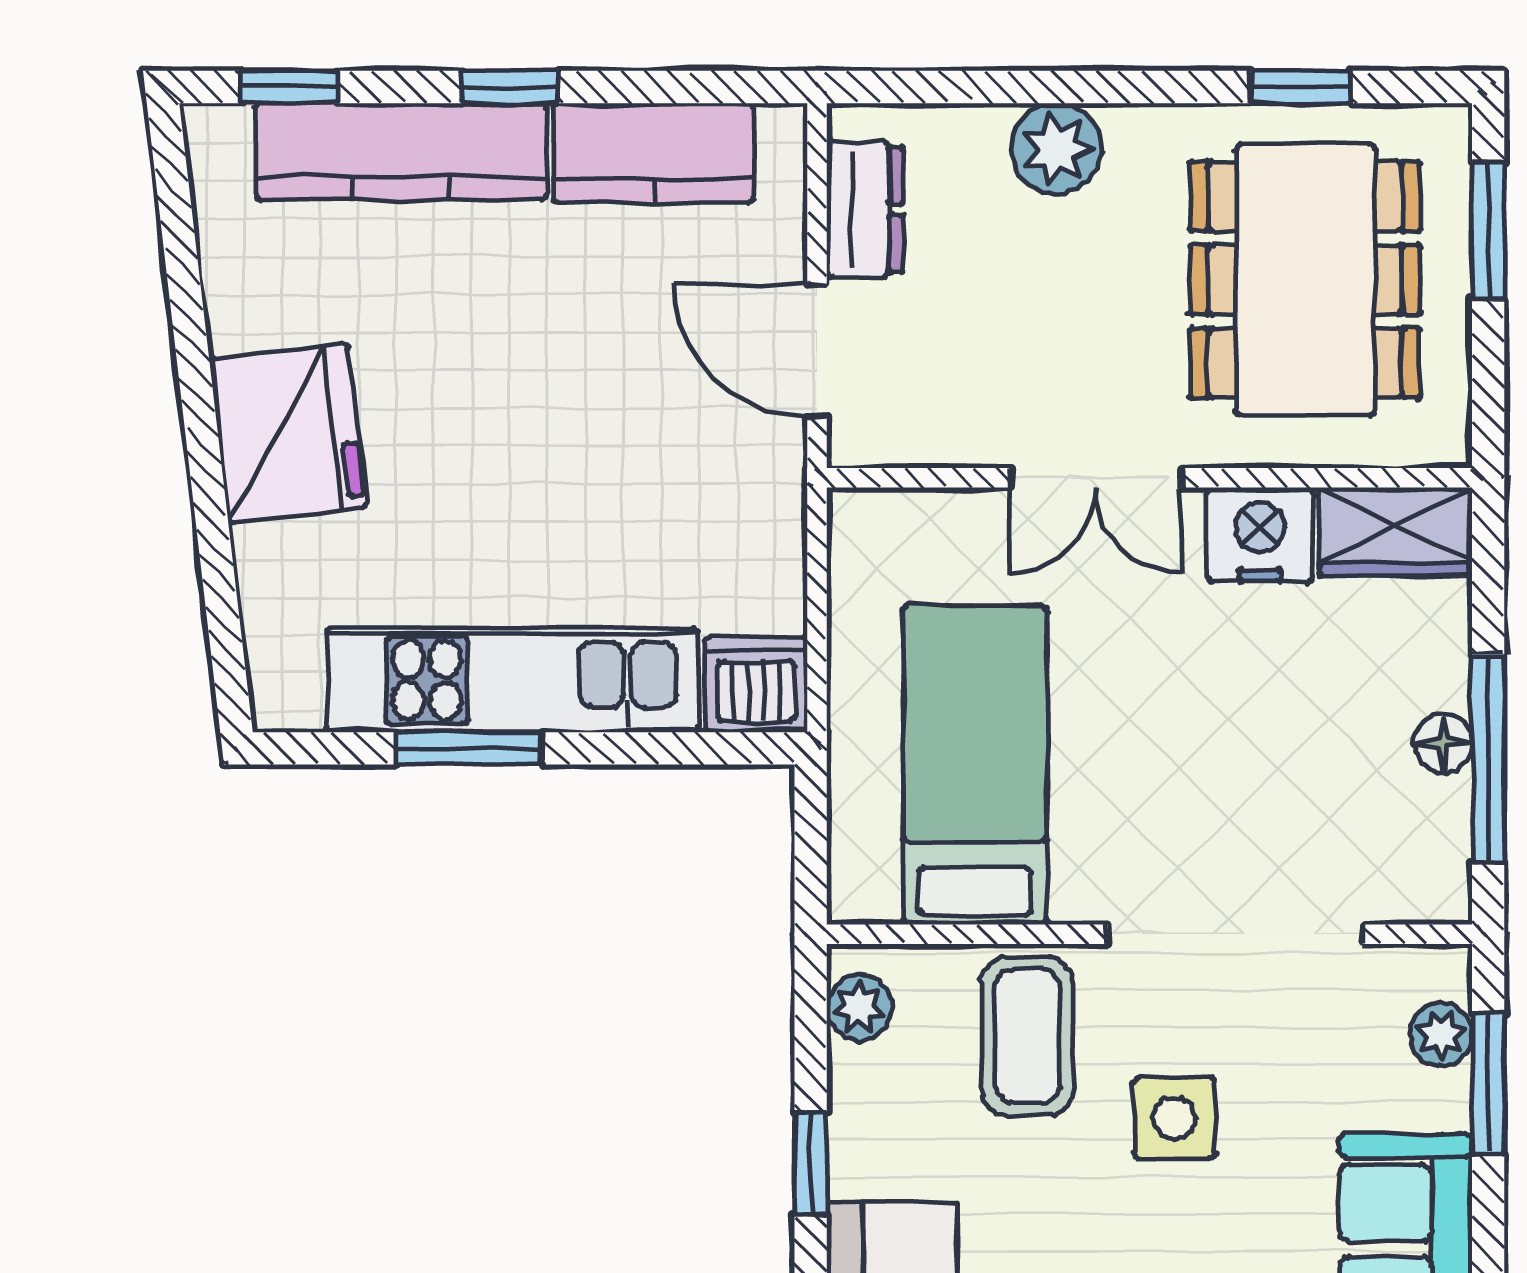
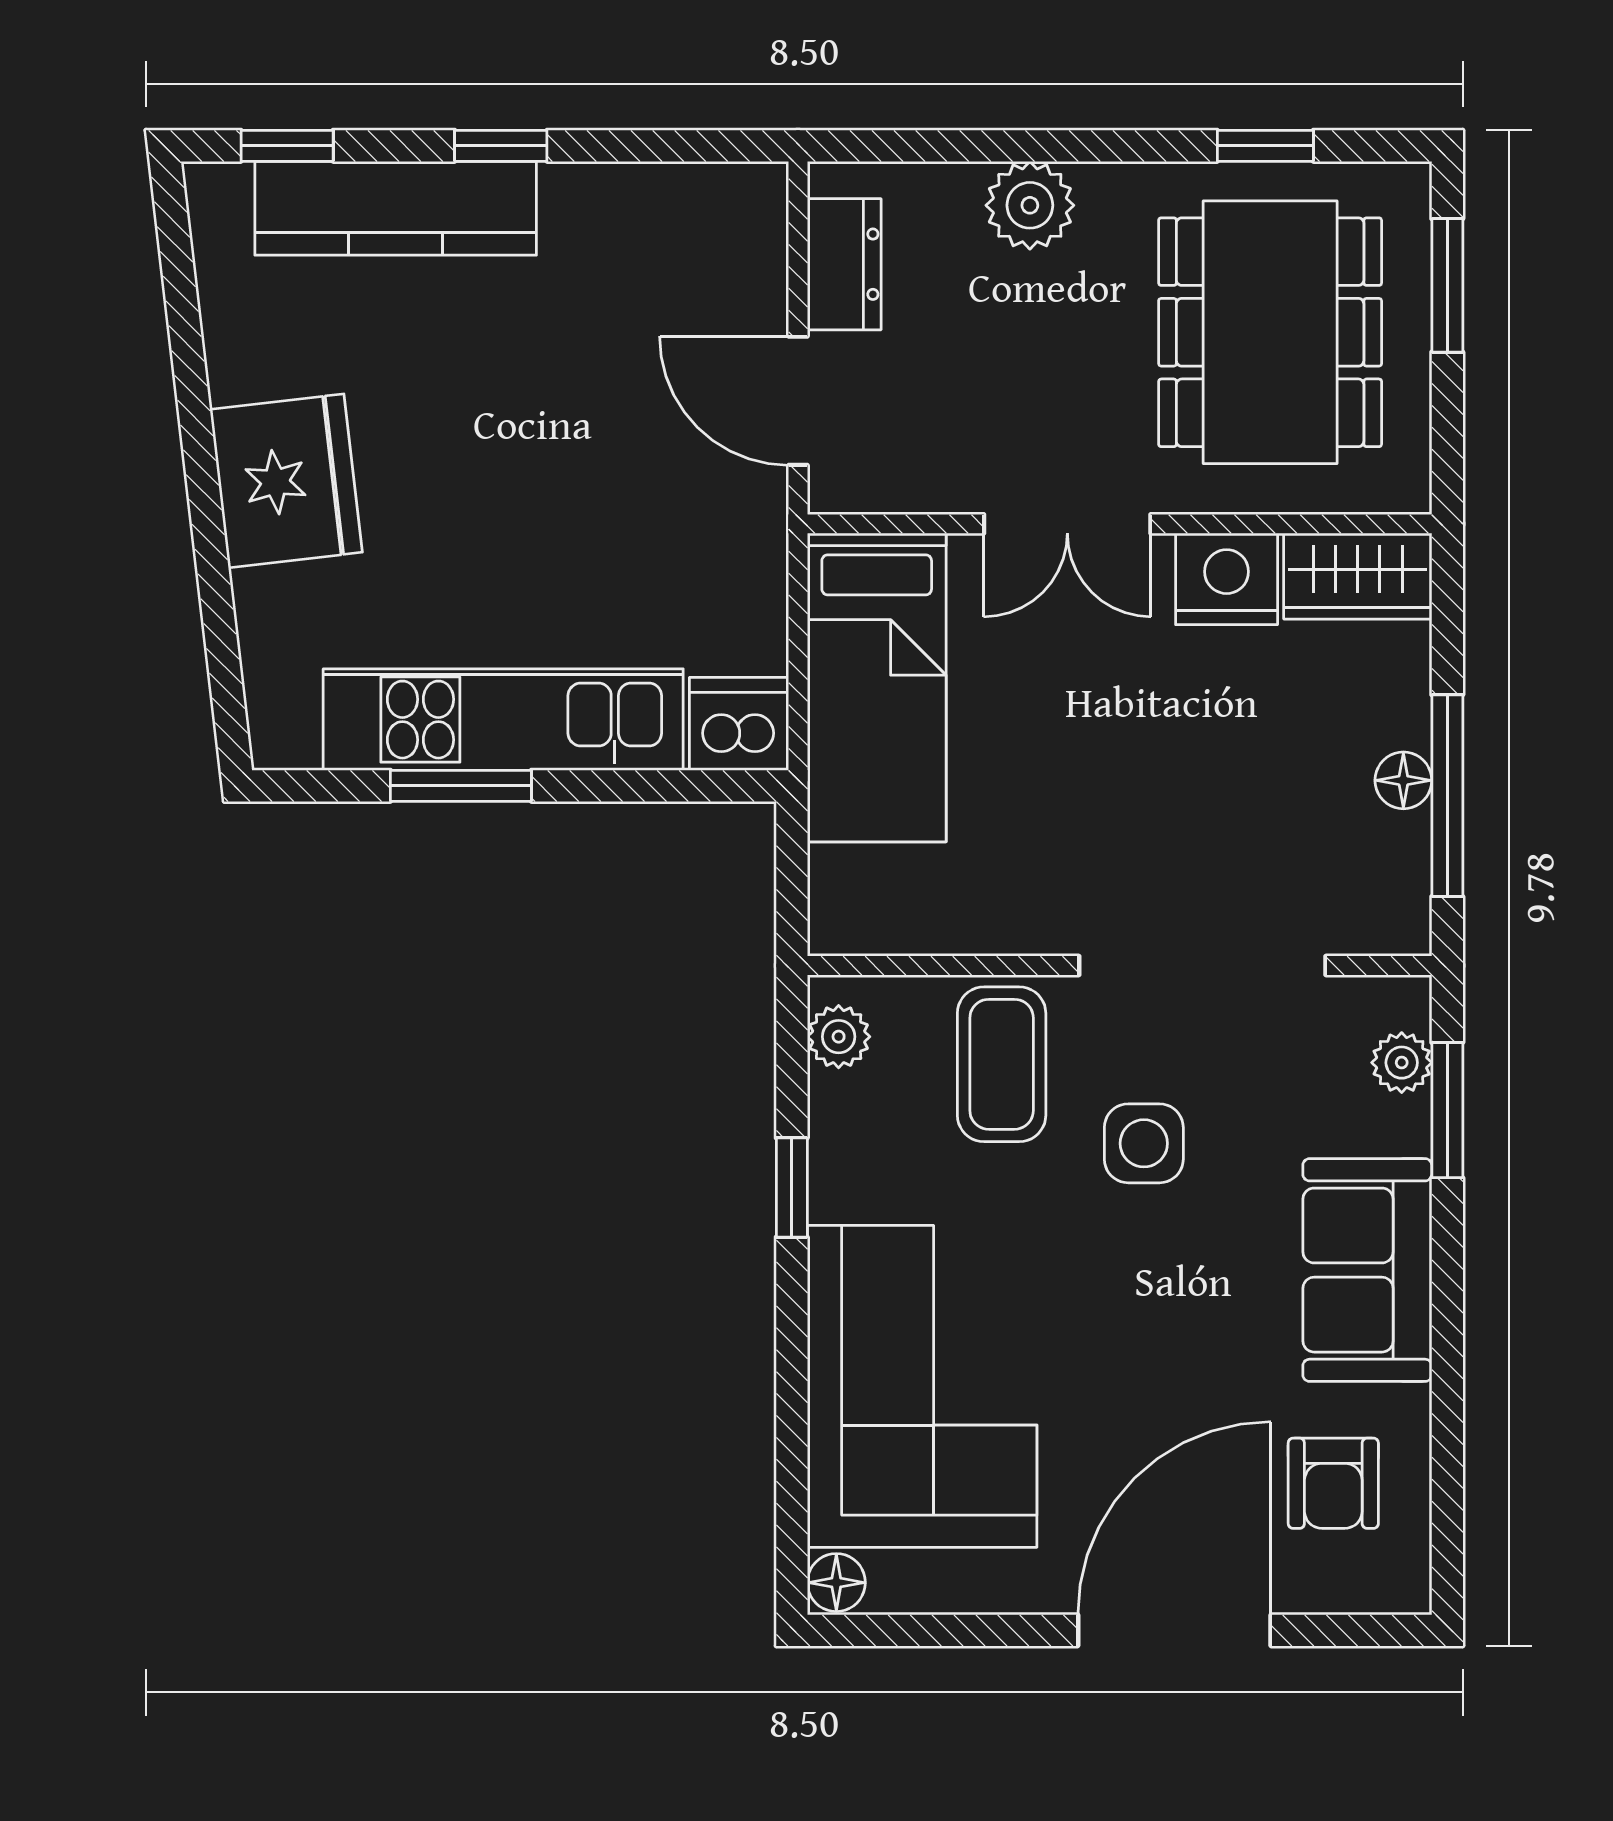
kitchen counter: (653, 153) -> (640, 210), removed
bed: (975, 765) -> (877, 687), moved, turned 180

